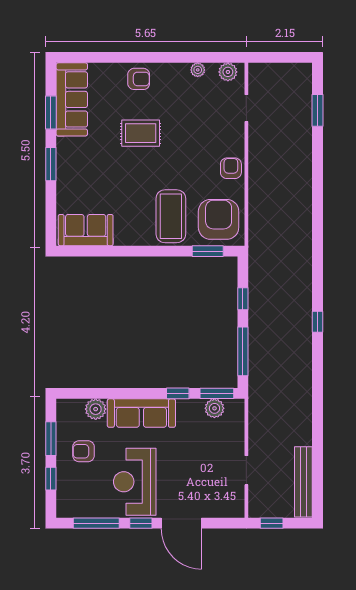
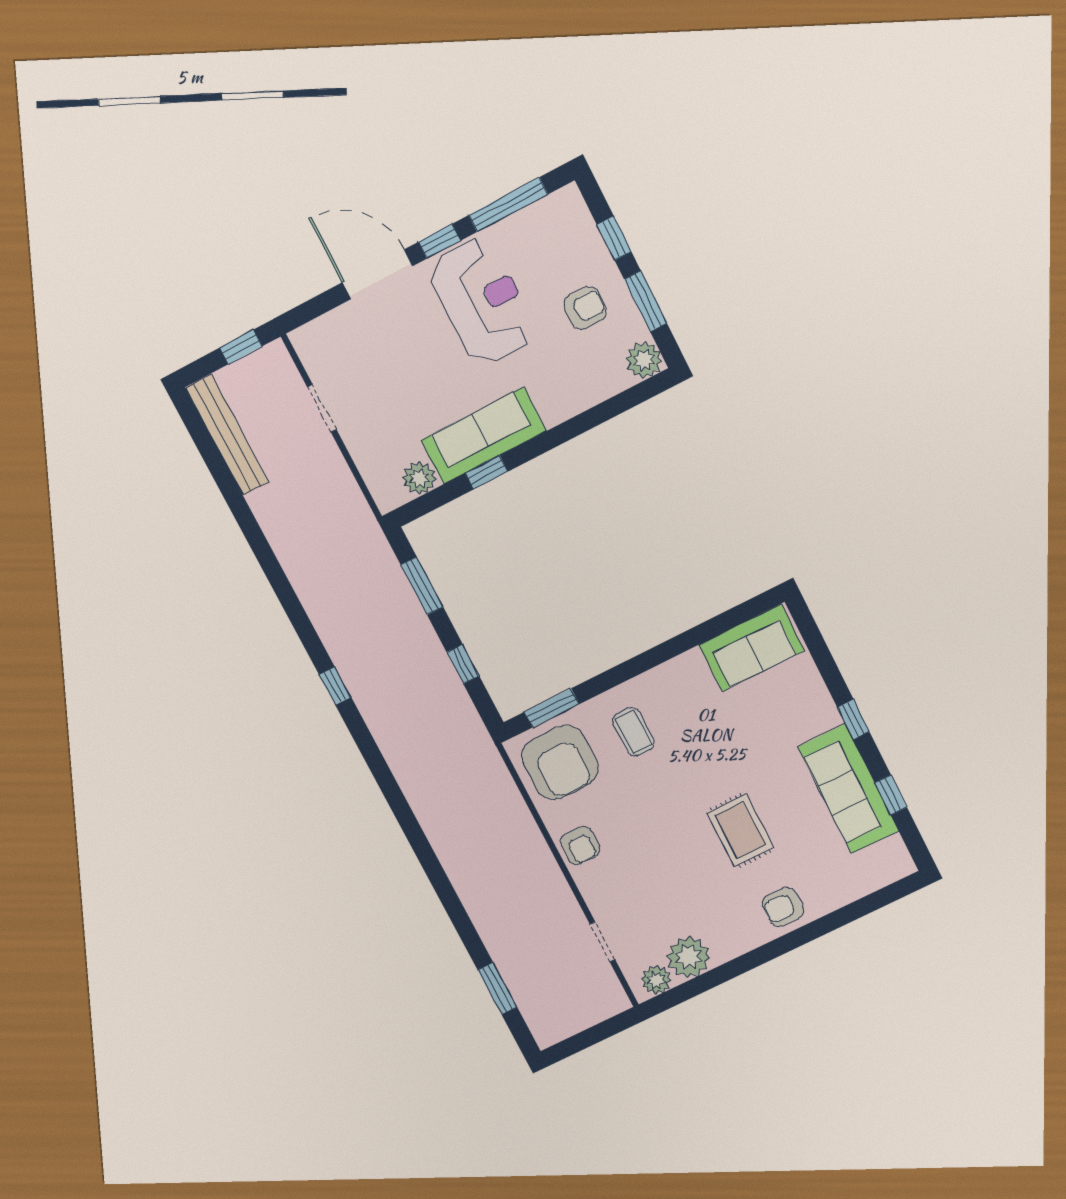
plant: (198, 70) -> (688, 957), width x1.87, depth x1.87
sofa: (72, 99) -> (848, 789), moved
window: (51, 112) -> (891, 795), width x0.67
rug: (141, 133) -> (740, 830), turned 90
window: (51, 164) -> (853, 719), width x0.67
coffee table: (171, 216) -> (633, 732), width x0.54, depth x0.58
window: (243, 351) -> (422, 586), width x0.69
window: (217, 393) -> (428, 503), removed
plant: (96, 409) -> (644, 360), moved
sofa: (141, 413) -> (483, 436), moved

